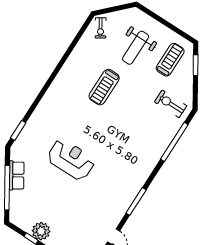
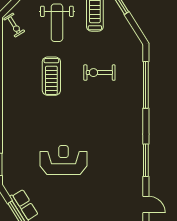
exercise bike: (171, 104) -> (99, 73), moved

